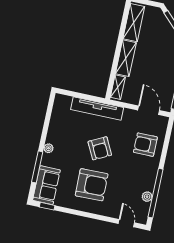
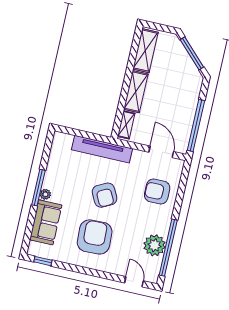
window: (37, 167) -> (38, 188), moved
sofa: (46, 185) -> (46, 222), moved
armchair: (92, 185) -> (95, 237), turned -91
plant: (147, 197) -> (154, 245), width x1.87, depth x1.87

